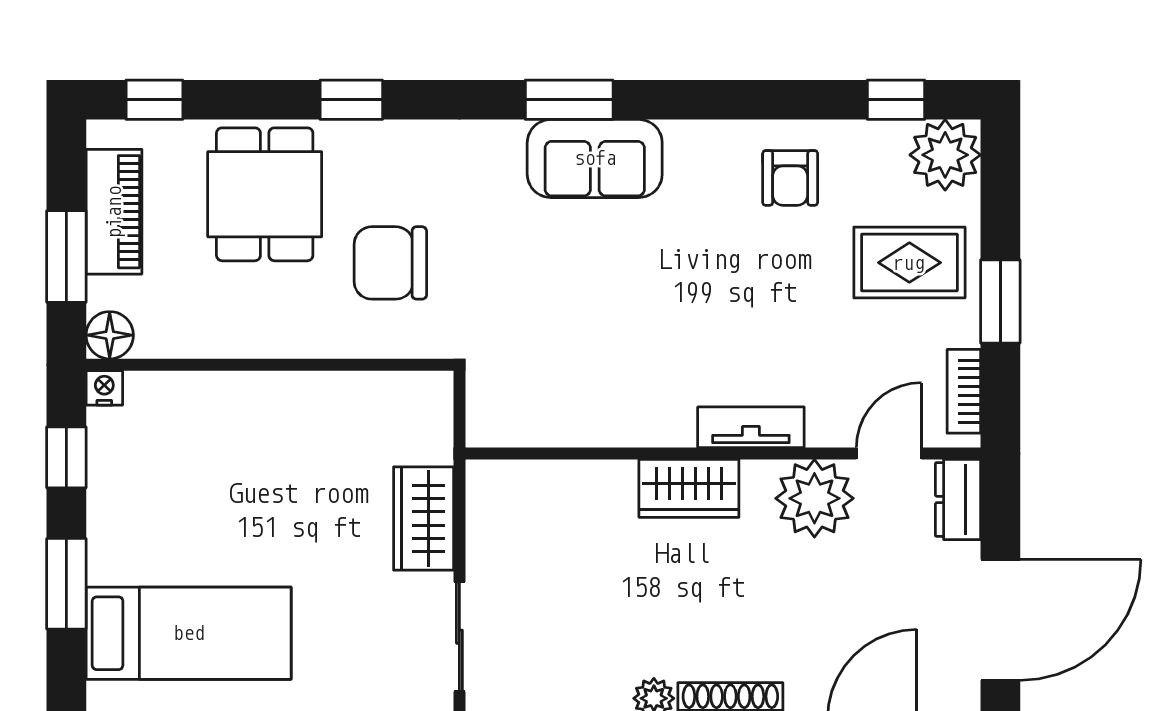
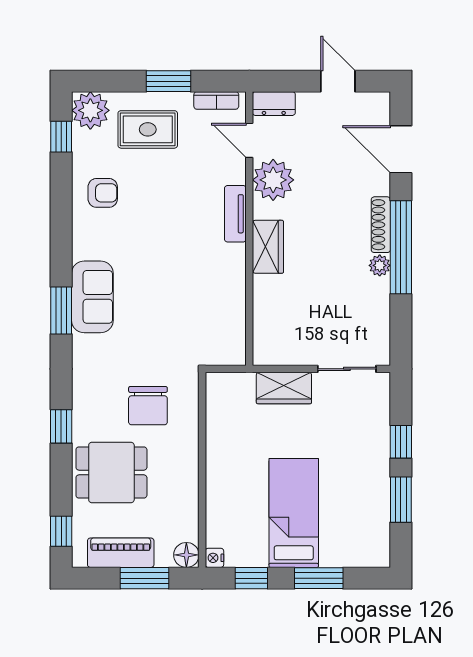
rug: (909, 263) -> (148, 129), turned 90
door: (1000, 620) -> (338, 81), width x0.53
bed: (189, 633) -> (294, 513), moved

